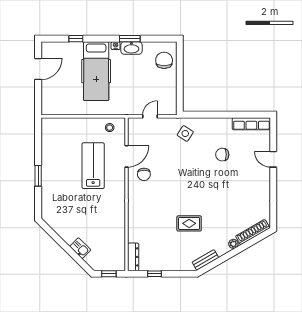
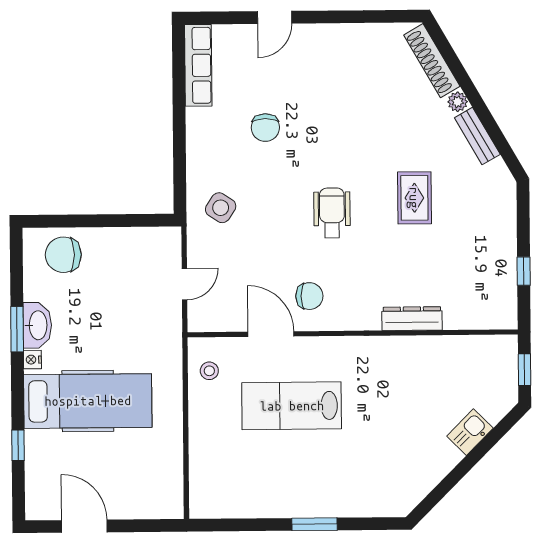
door: (150, 116) -> (184, 284), swing flipped
wheelchair: (182, 185) -> (332, 213), added
dresser: (133, 257) -> (412, 319), moved
bench: (205, 260) -> (477, 136), moved

